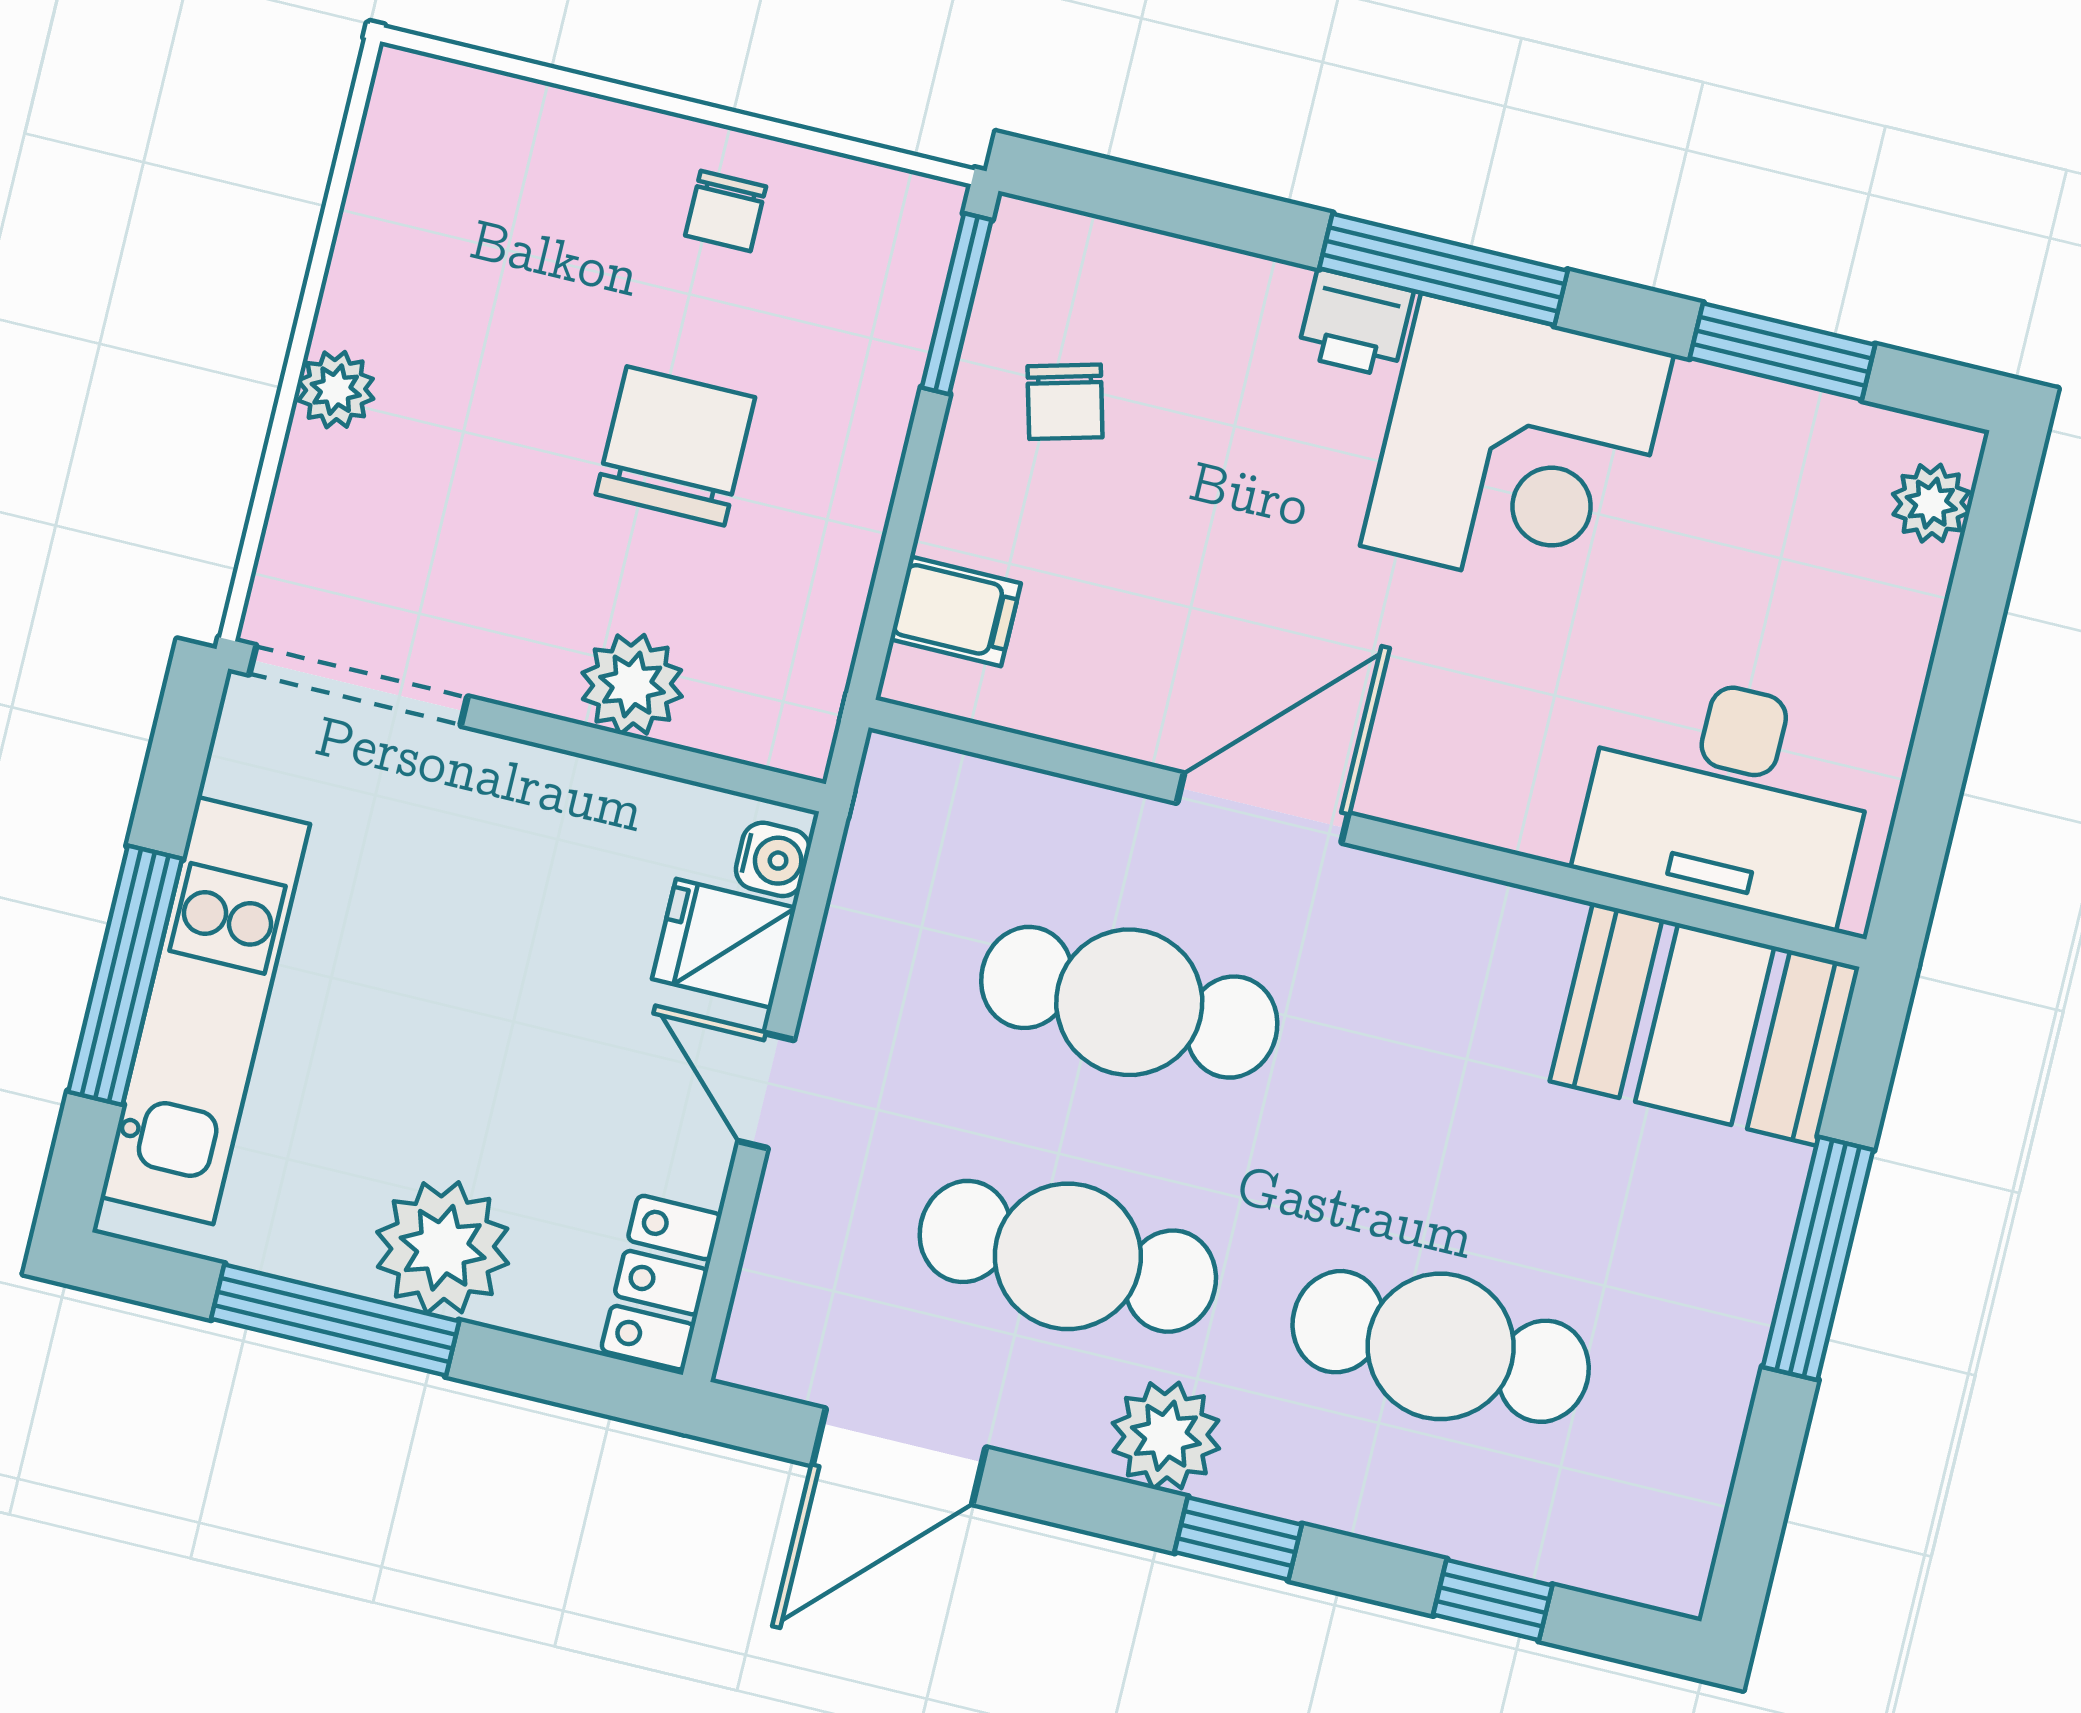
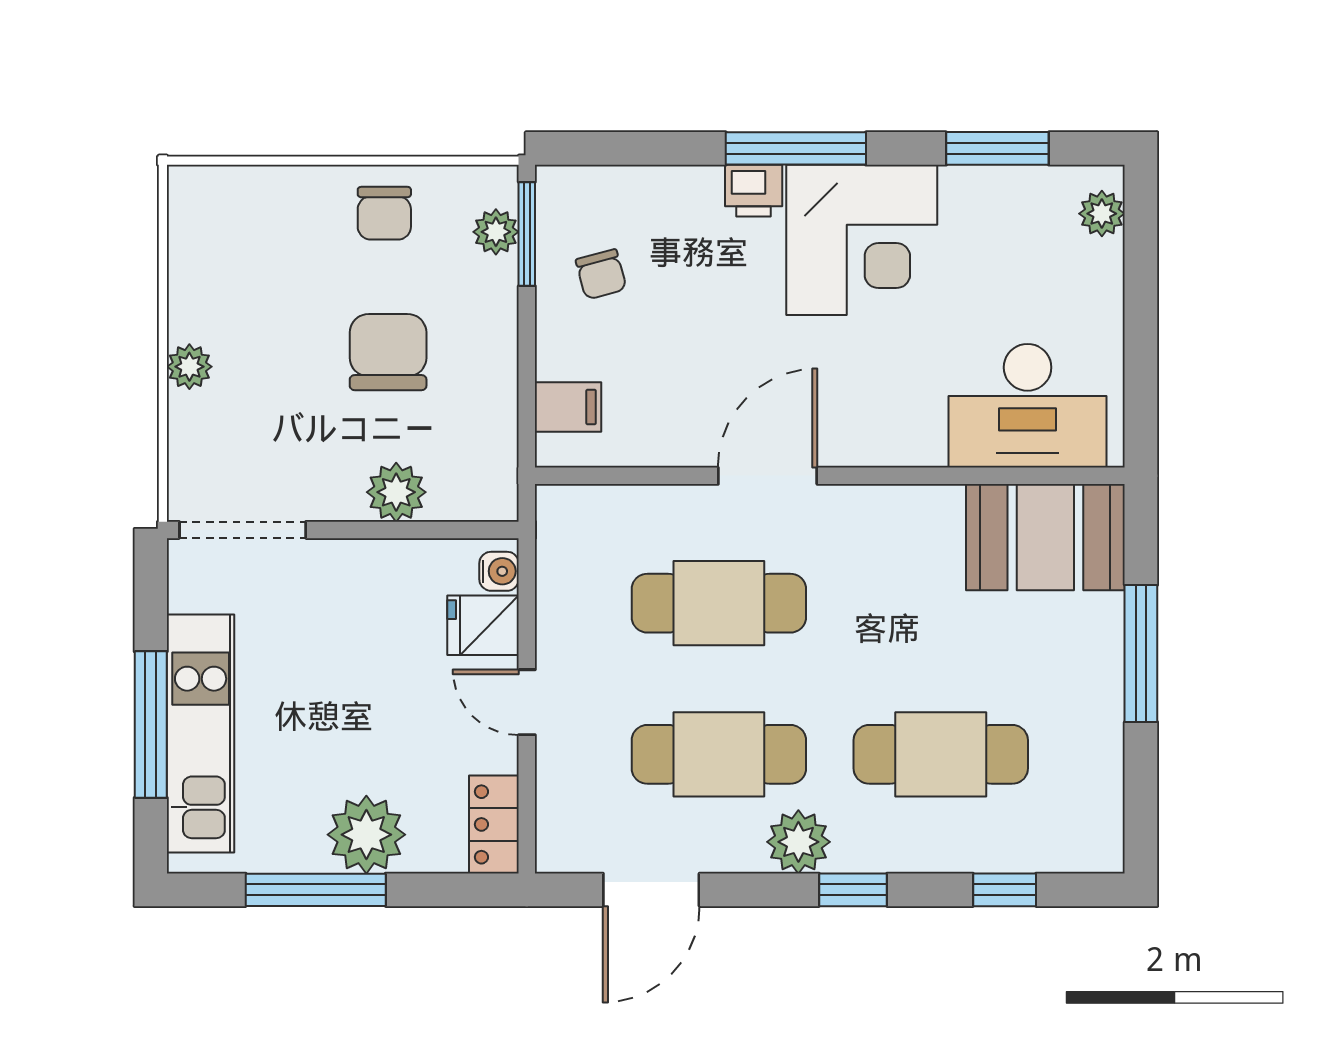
chair: (726, 211) -> (384, 213), width x1.37, depth x1.37
plant: (906, 288) -> (496, 232), added

